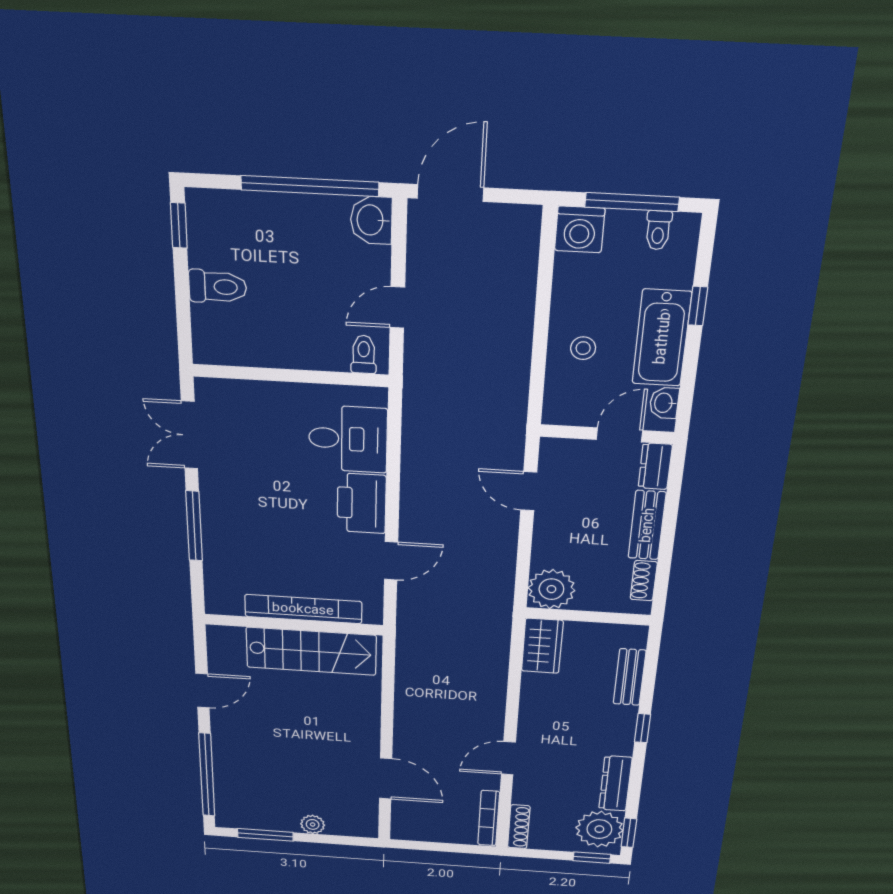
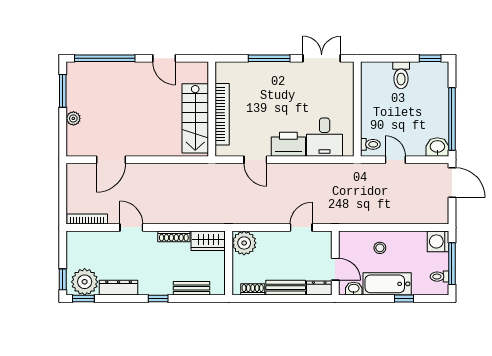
shoe rack: (519, 827) -> (174, 236), moved

